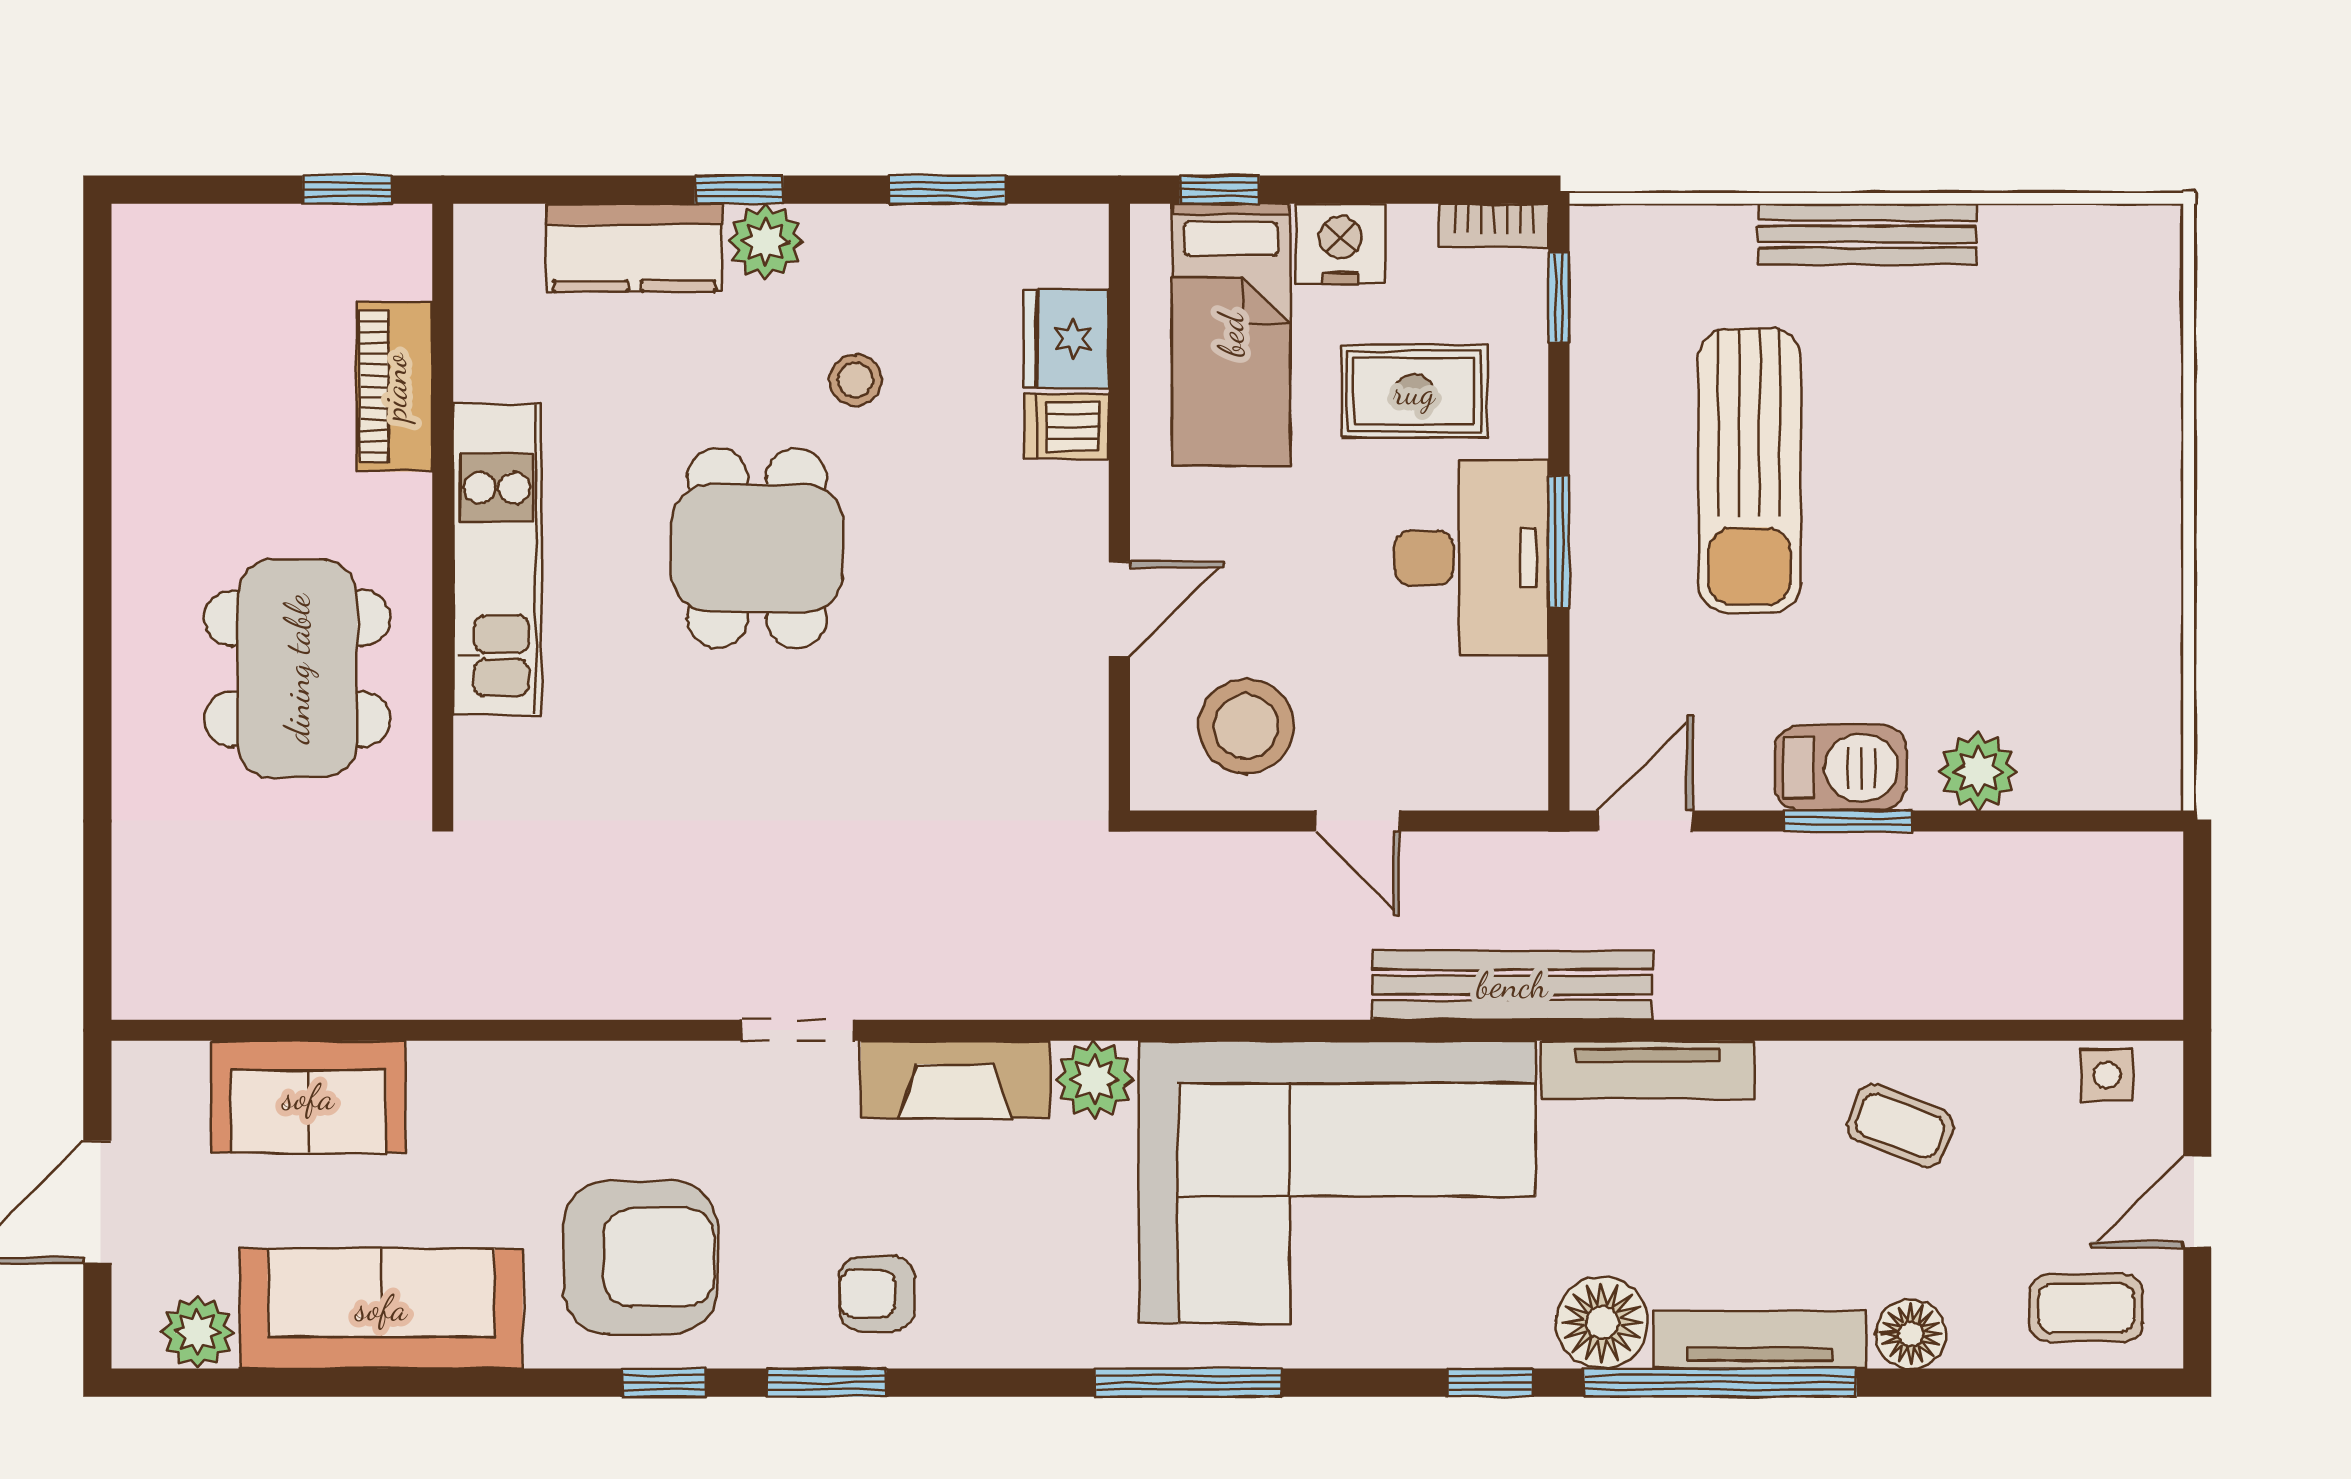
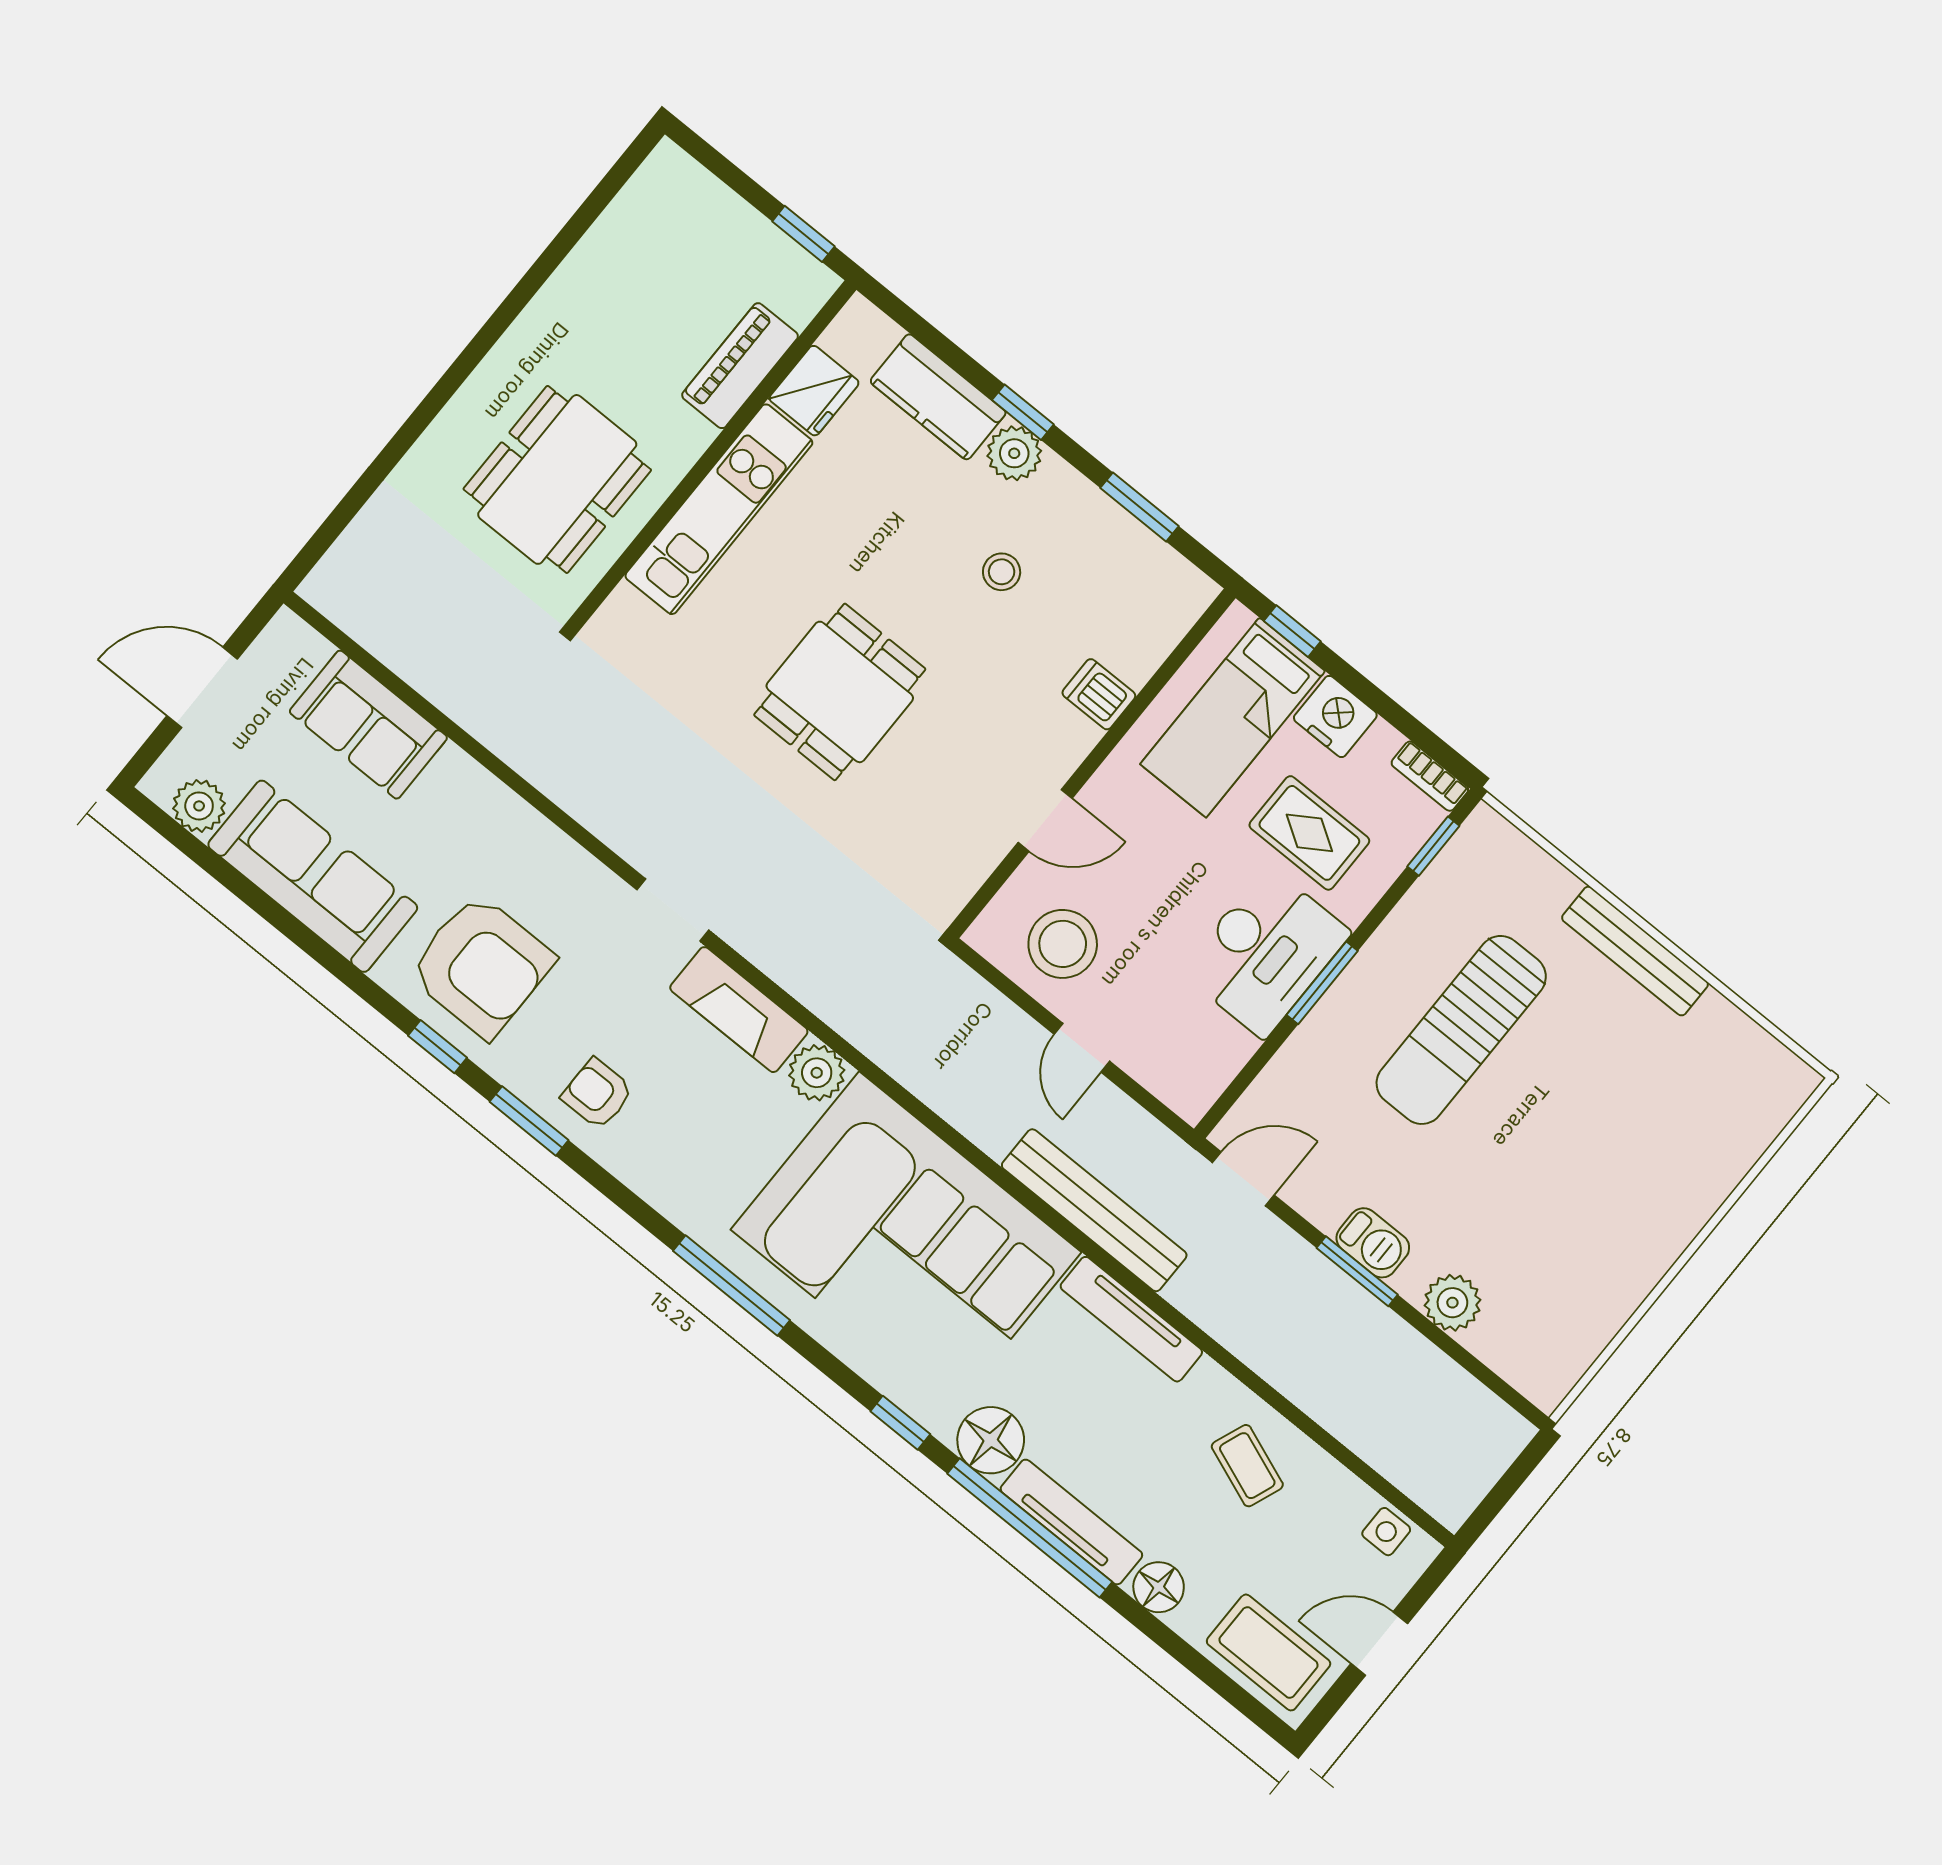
fridge: (1066, 339) -> (814, 391), moved, turned 180
dining table: (757, 548) -> (840, 692), moved
barbecue: (1840, 768) -> (1373, 1243), width x0.73, depth x0.79
coffee table: (2086, 1308) -> (1269, 1652), width x1.36, depth x1.30

